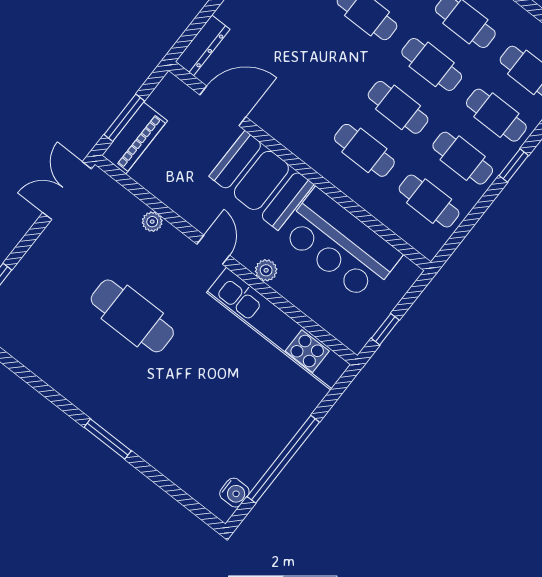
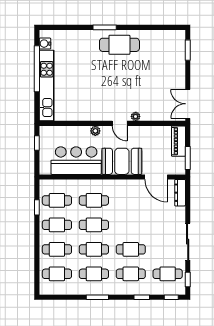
door: (223, 106) -> (156, 177), hinge flipped
window: (124, 118) -> (188, 158), moved
window: (514, 165) -> (37, 207), moved
double door: (67, 191) -> (188, 104), swing flipped
plant: (152, 222) -> (136, 116), moved
cafe table: (132, 316) -> (119, 45), moved
kitchen unit: (279, 329) -> (47, 86), moved, turned 90

